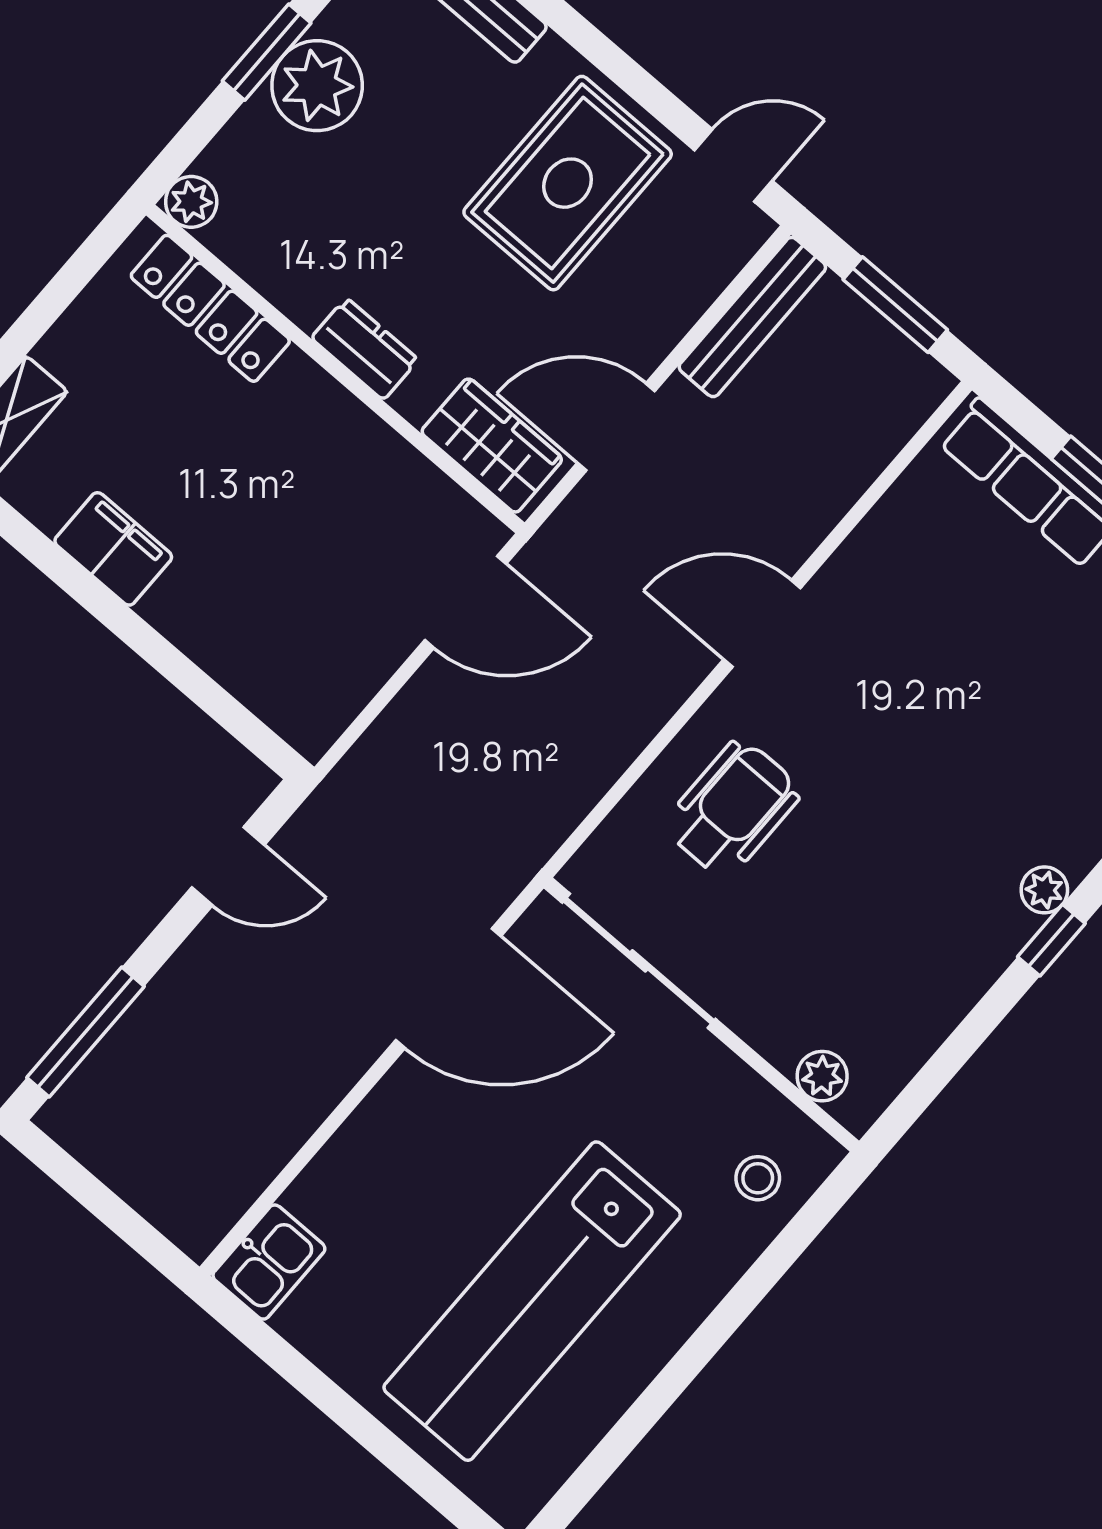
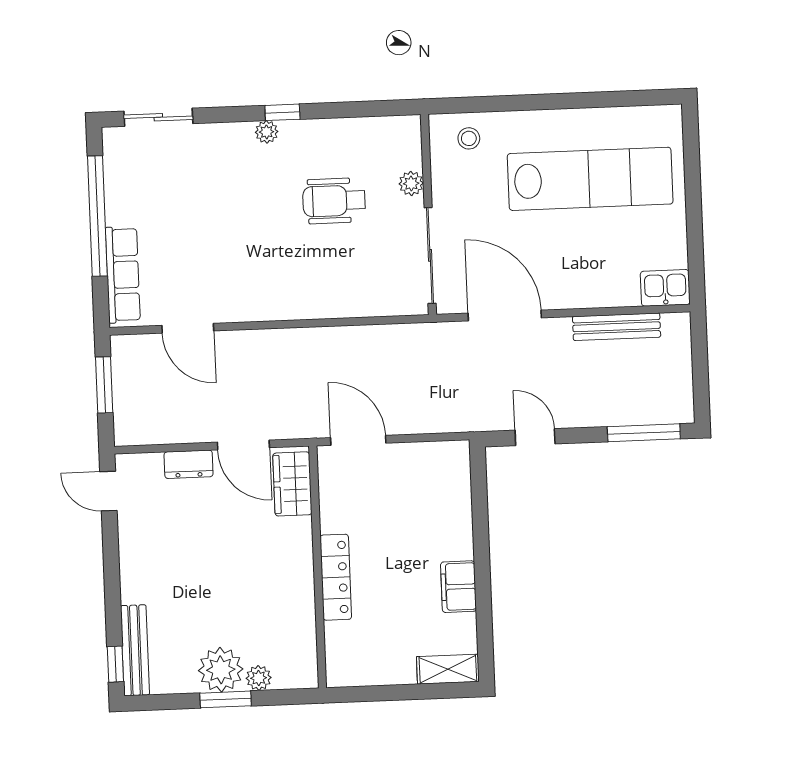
rug: (568, 183) -> (171, 545), removed
plant: (191, 202) -> (259, 678), moved
locker: (210, 308) -> (336, 577), moved
bench: (752, 317) -> (617, 327), moved
dresser: (365, 349) -> (189, 464), moved, turned -90
door: (762, 624) -> (188, 328), moved
wheelchair: (732, 809) -> (334, 201), moved
plant: (822, 1076) -> (411, 183), moved

